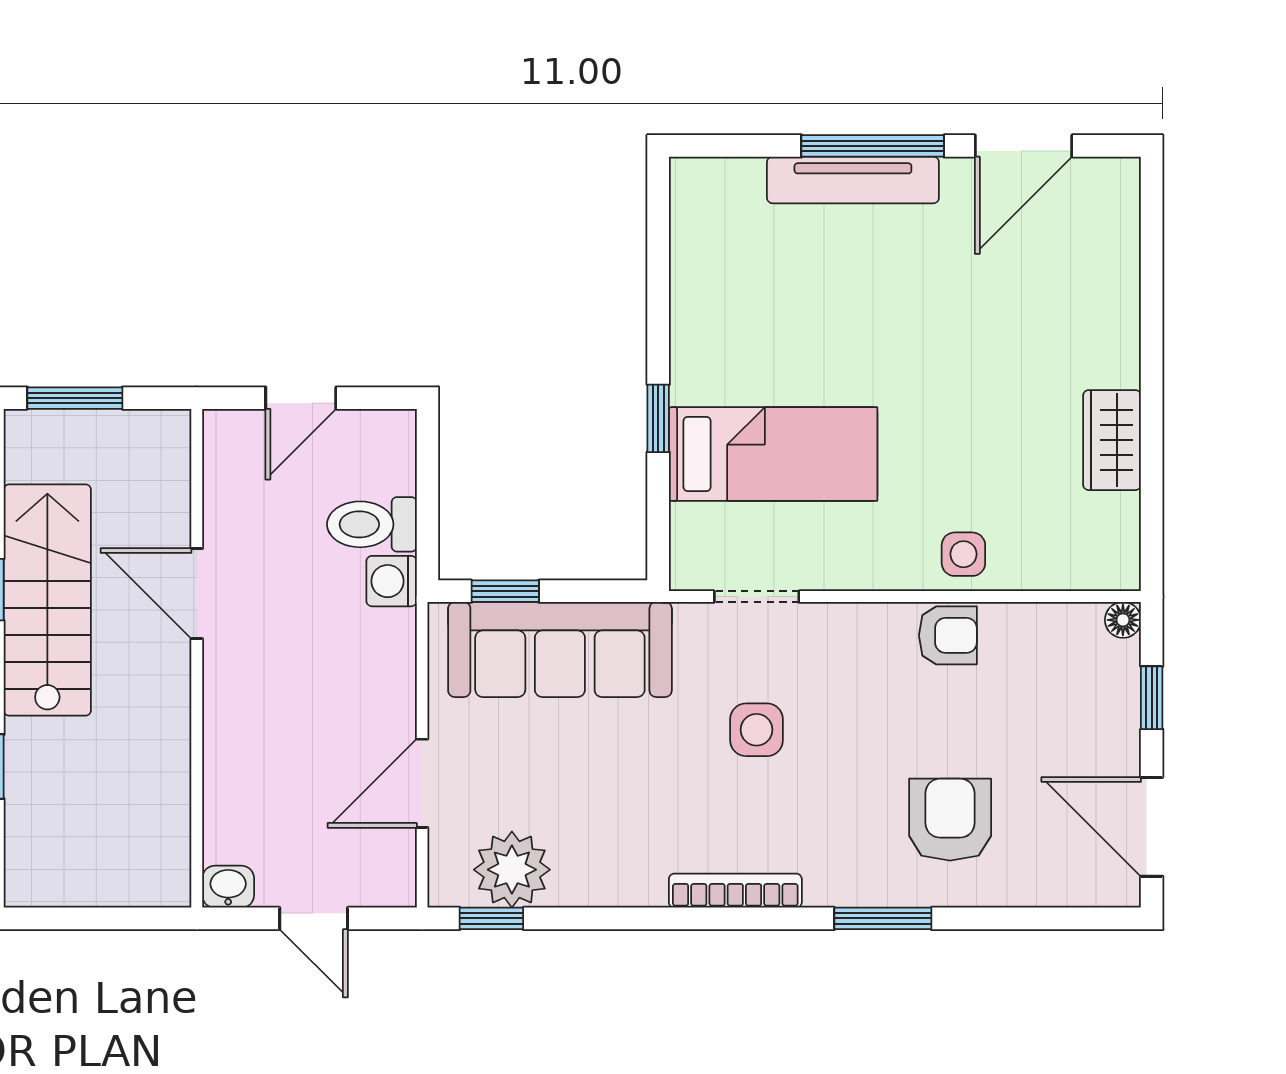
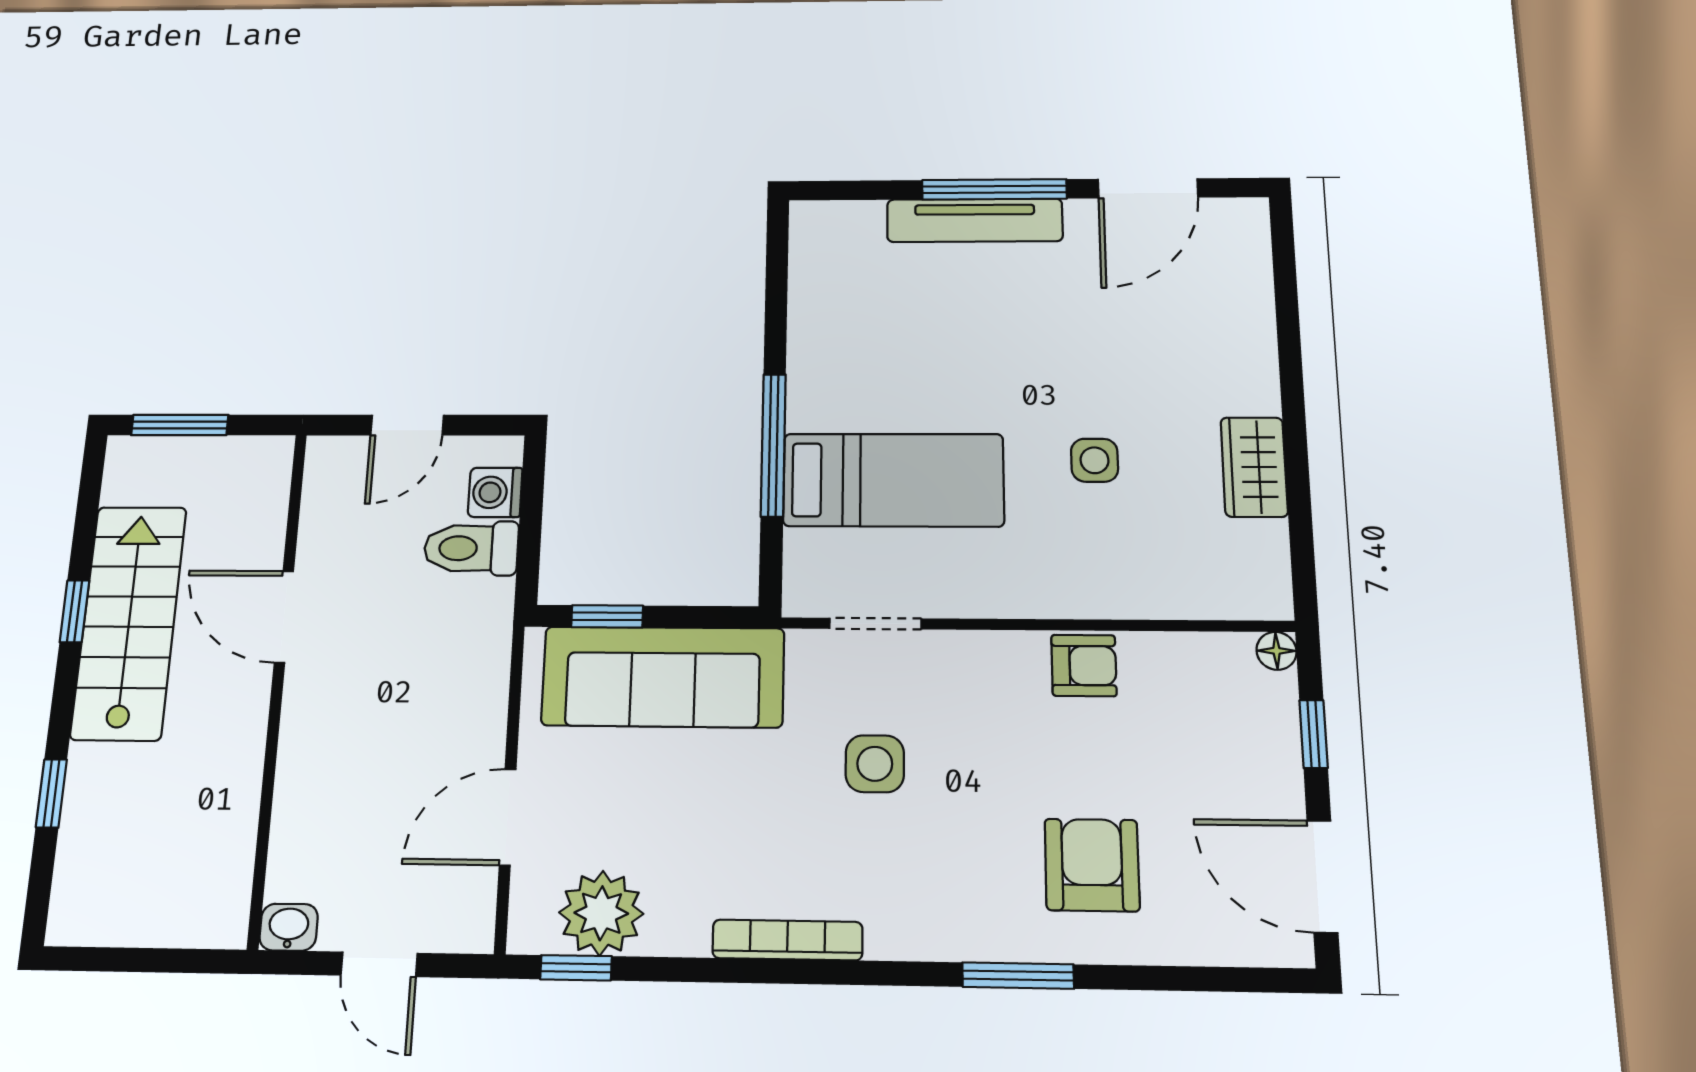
window: (658, 418) -> (773, 445), width x2.17
side table: (963, 554) -> (1095, 460), moved
washing machine: (392, 581) -> (495, 492), moved
bookcase: (735, 891) -> (787, 940), moved

